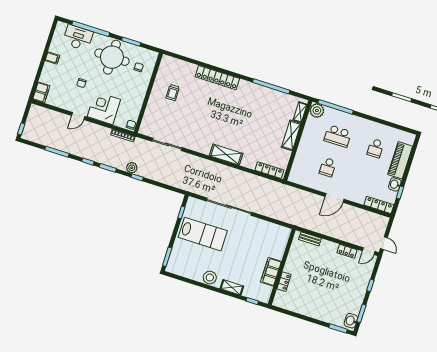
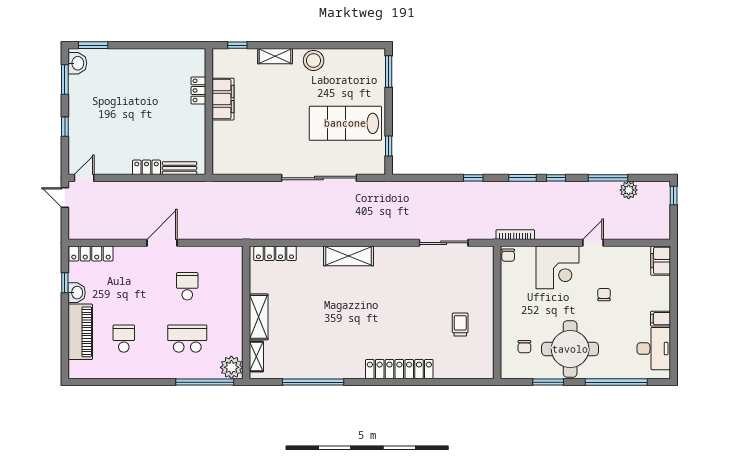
desk: (78, 38) -> (654, 349), moved, turned -90
plant: (132, 168) -> (629, 190), moved
locker: (347, 251) -> (146, 167), moved

